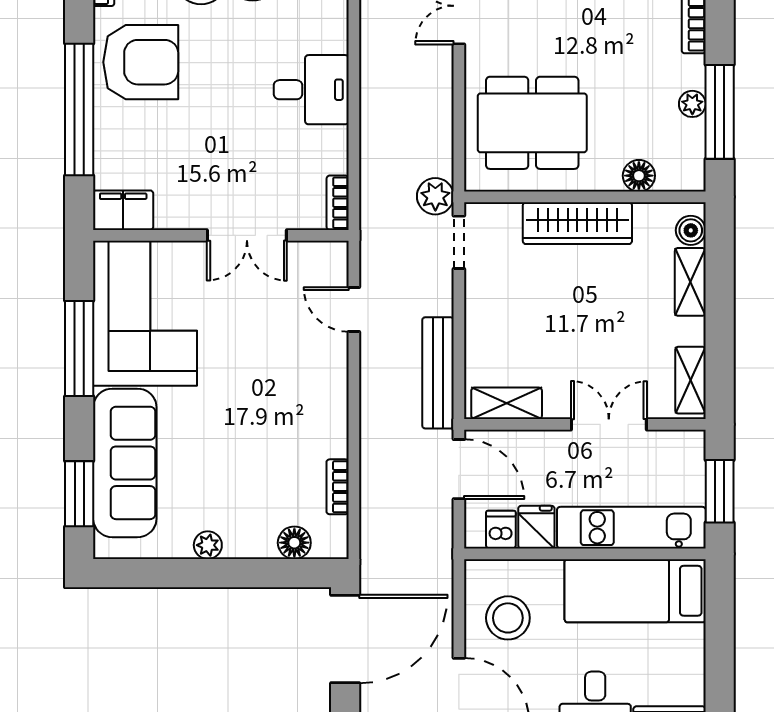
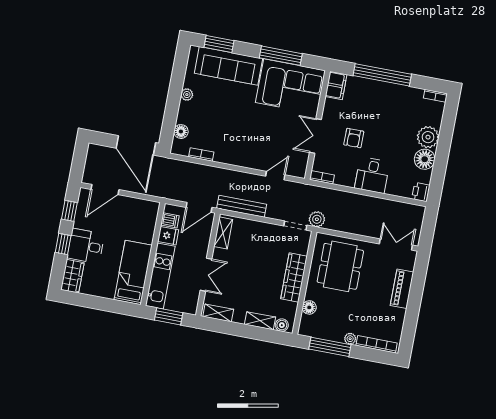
armchair: (141, 62) -> (354, 138), moved, width x0.53, depth x0.53
plant: (692, 104) -> (350, 339), moved
stool: (508, 618) -> (132, 216), removed

